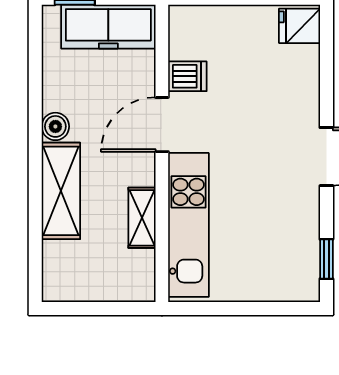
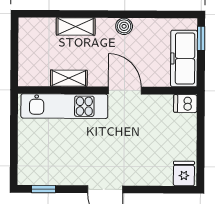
dishwasher: (187, 76) -> (185, 104), moved, turned 90
shelving: (61, 191) -> (76, 26), width x0.67, depth x0.75

